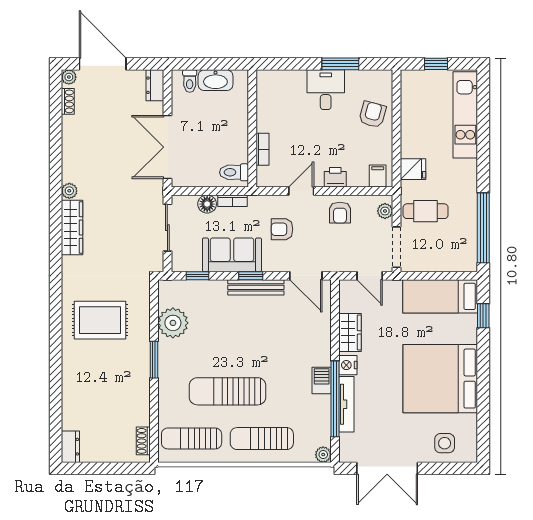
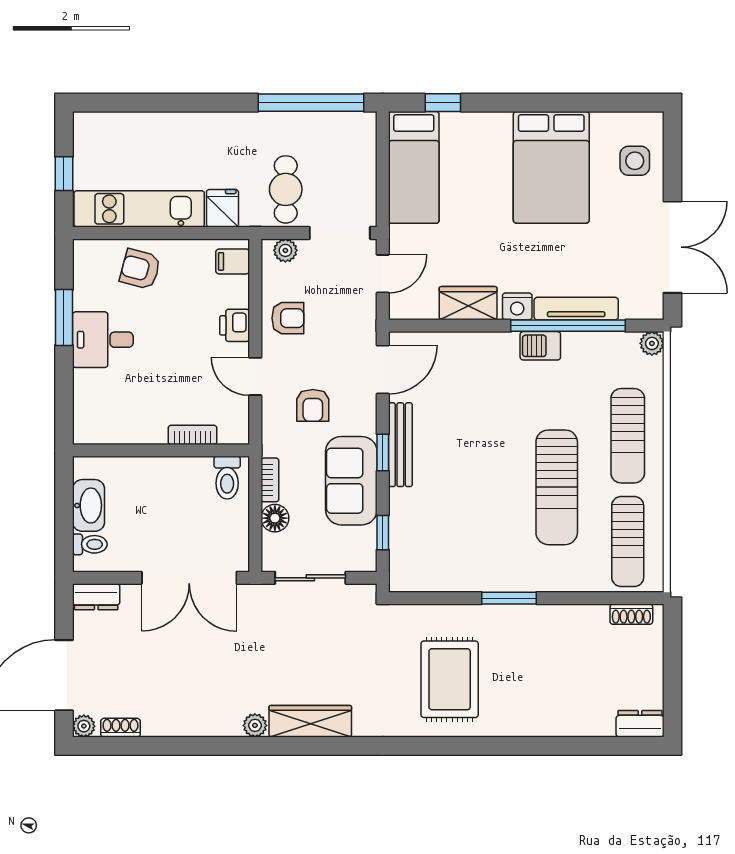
kitchen unit: (465, 115) -> (139, 209), moved, turned 180
plant: (173, 323) -> (454, 569), removed
bed: (440, 379) -> (551, 167), width x0.73

